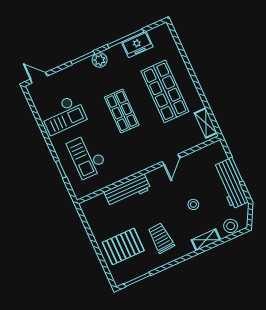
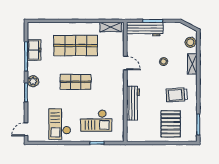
checkout: (63, 115) -> (60, 124), turned 180
workbench: (231, 184) -> (145, 29), moved

